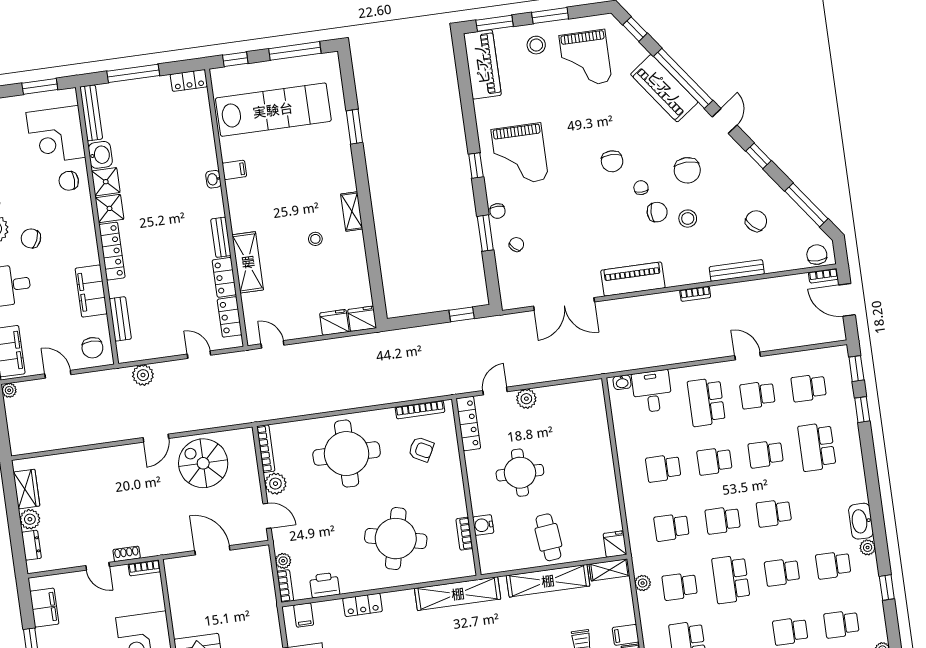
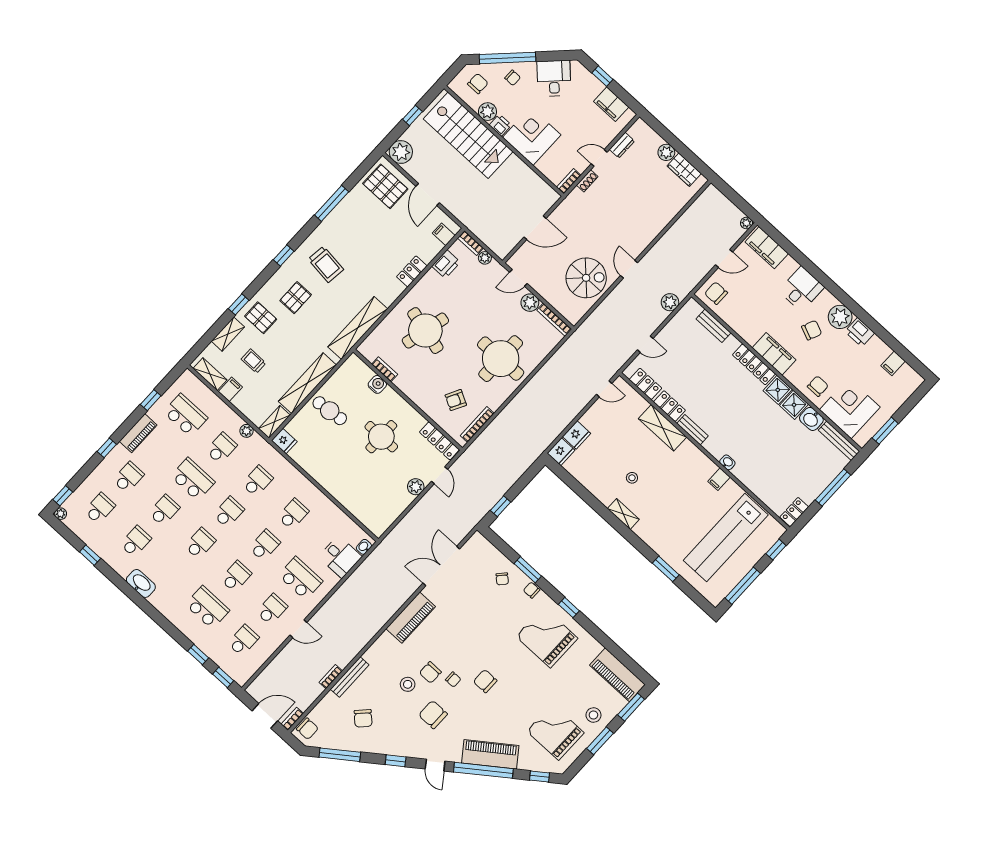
filing cabinet: (91, 291) -> (774, 354), moved
bookcase: (695, 294) -> (331, 677), moved
dresser: (31, 545) -> (622, 145), moved, turned -90
plant: (868, 547) -> (123, 570), removed

